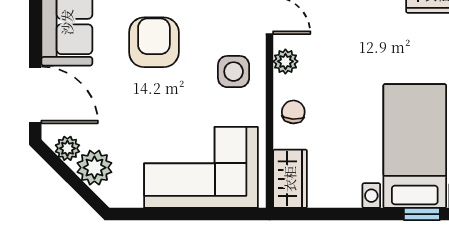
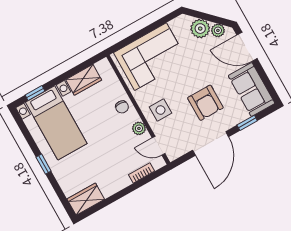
wardrobe: (290, 179) -> (84, 80), moved, turned -90

